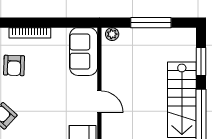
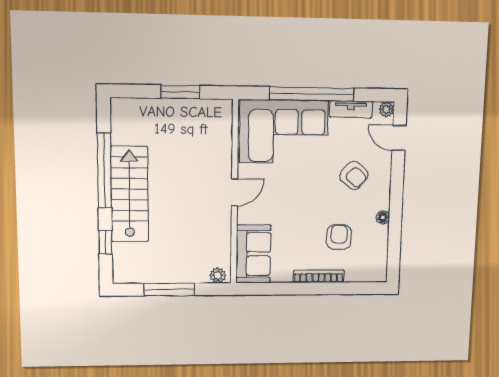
window: (201, 61) -> (105, 242), width x0.67
door: (99, 102) -> (234, 192), swing flipped

